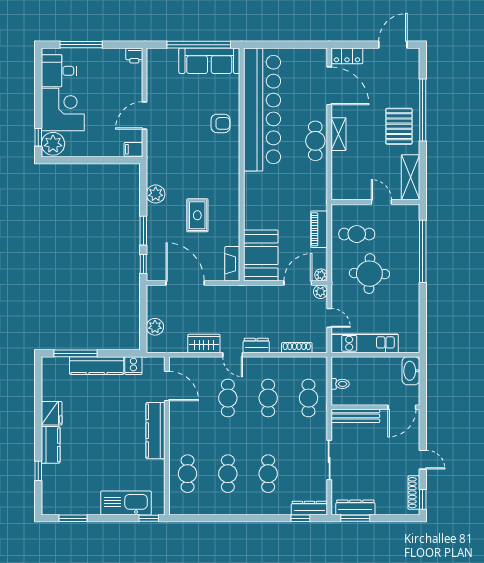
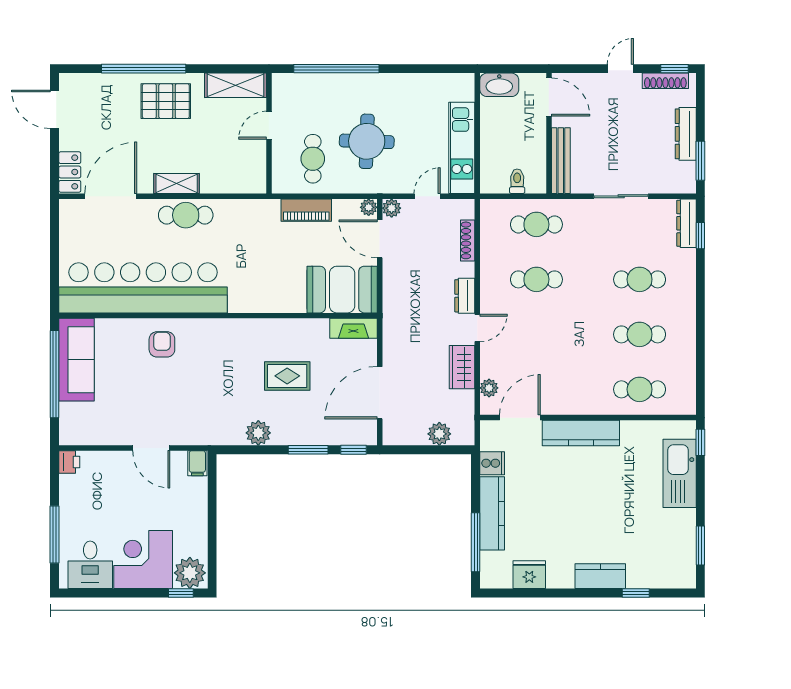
plant: (189, 363) -> (489, 388), added
cafe table: (228, 398) -> (536, 334), removed
fridge: (52, 413) -> (529, 575), moved
dresser: (355, 507) -> (686, 134), moved

